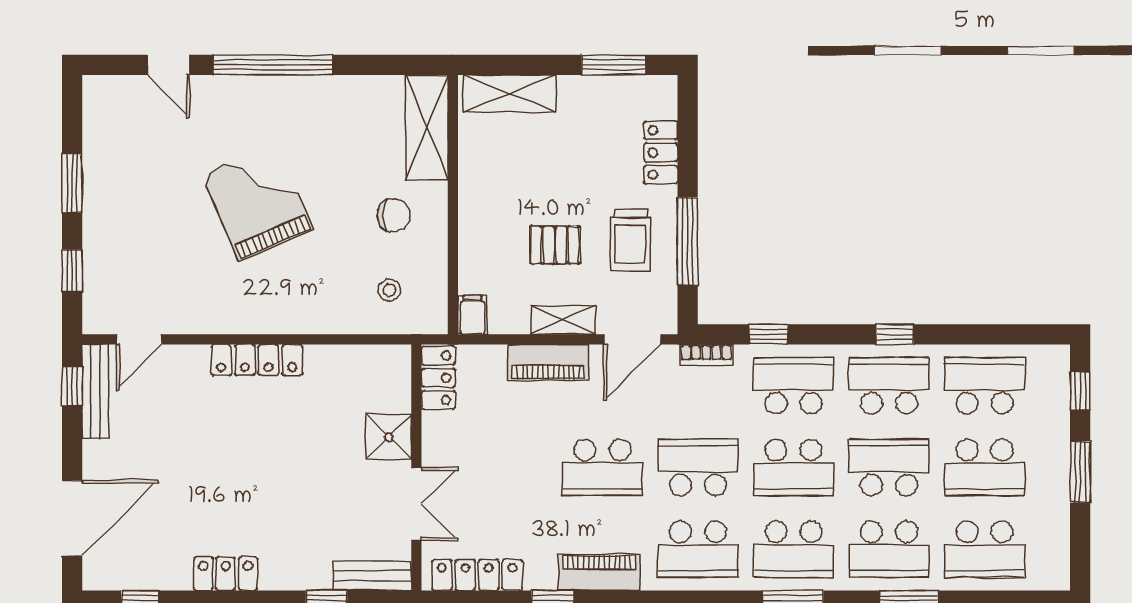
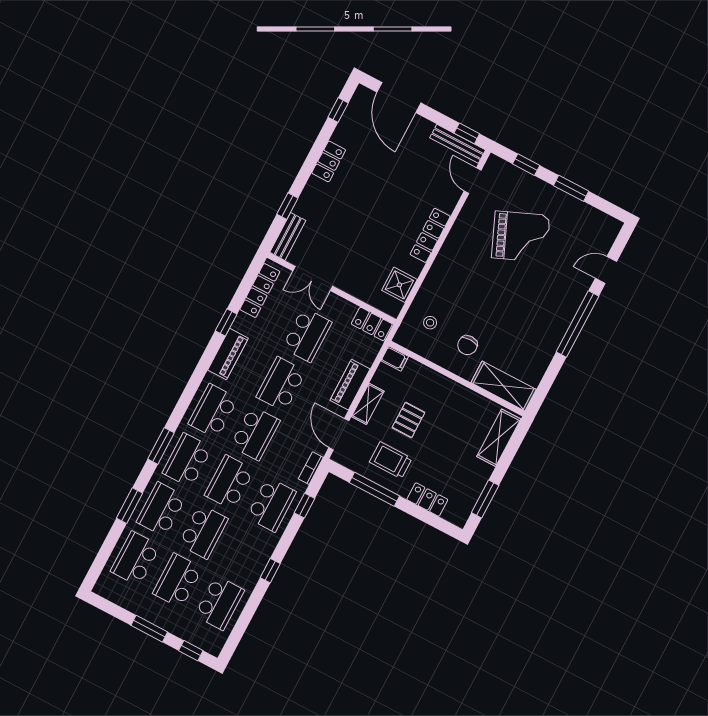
grand piano: (258, 202) -> (521, 237), moved
school desk: (889, 386) -> (307, 335), moved
shower: (389, 437) -> (399, 285), moved

